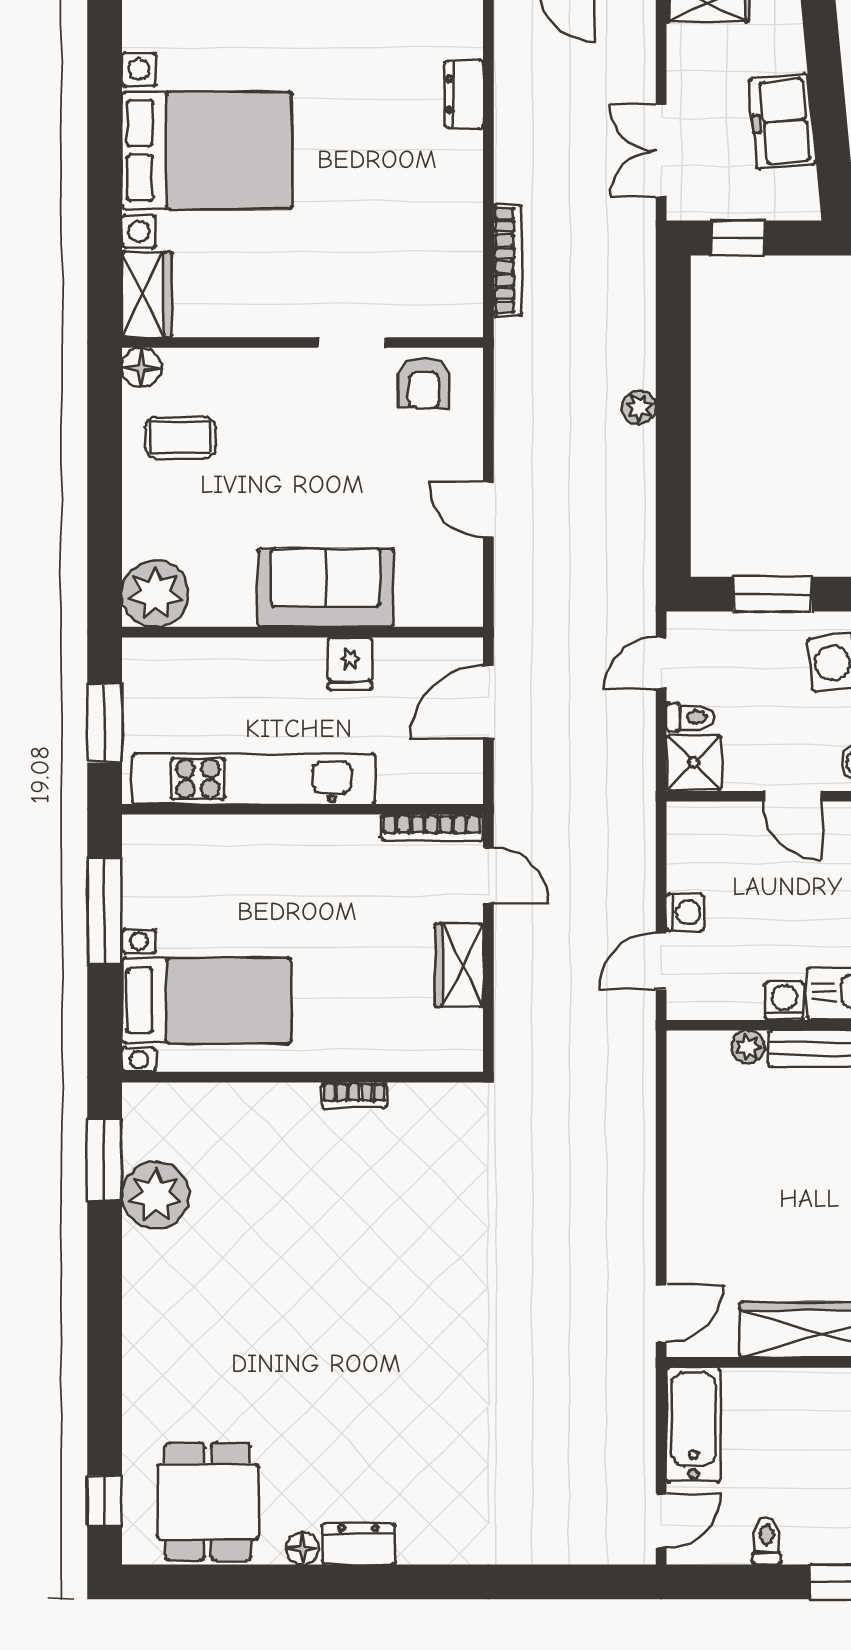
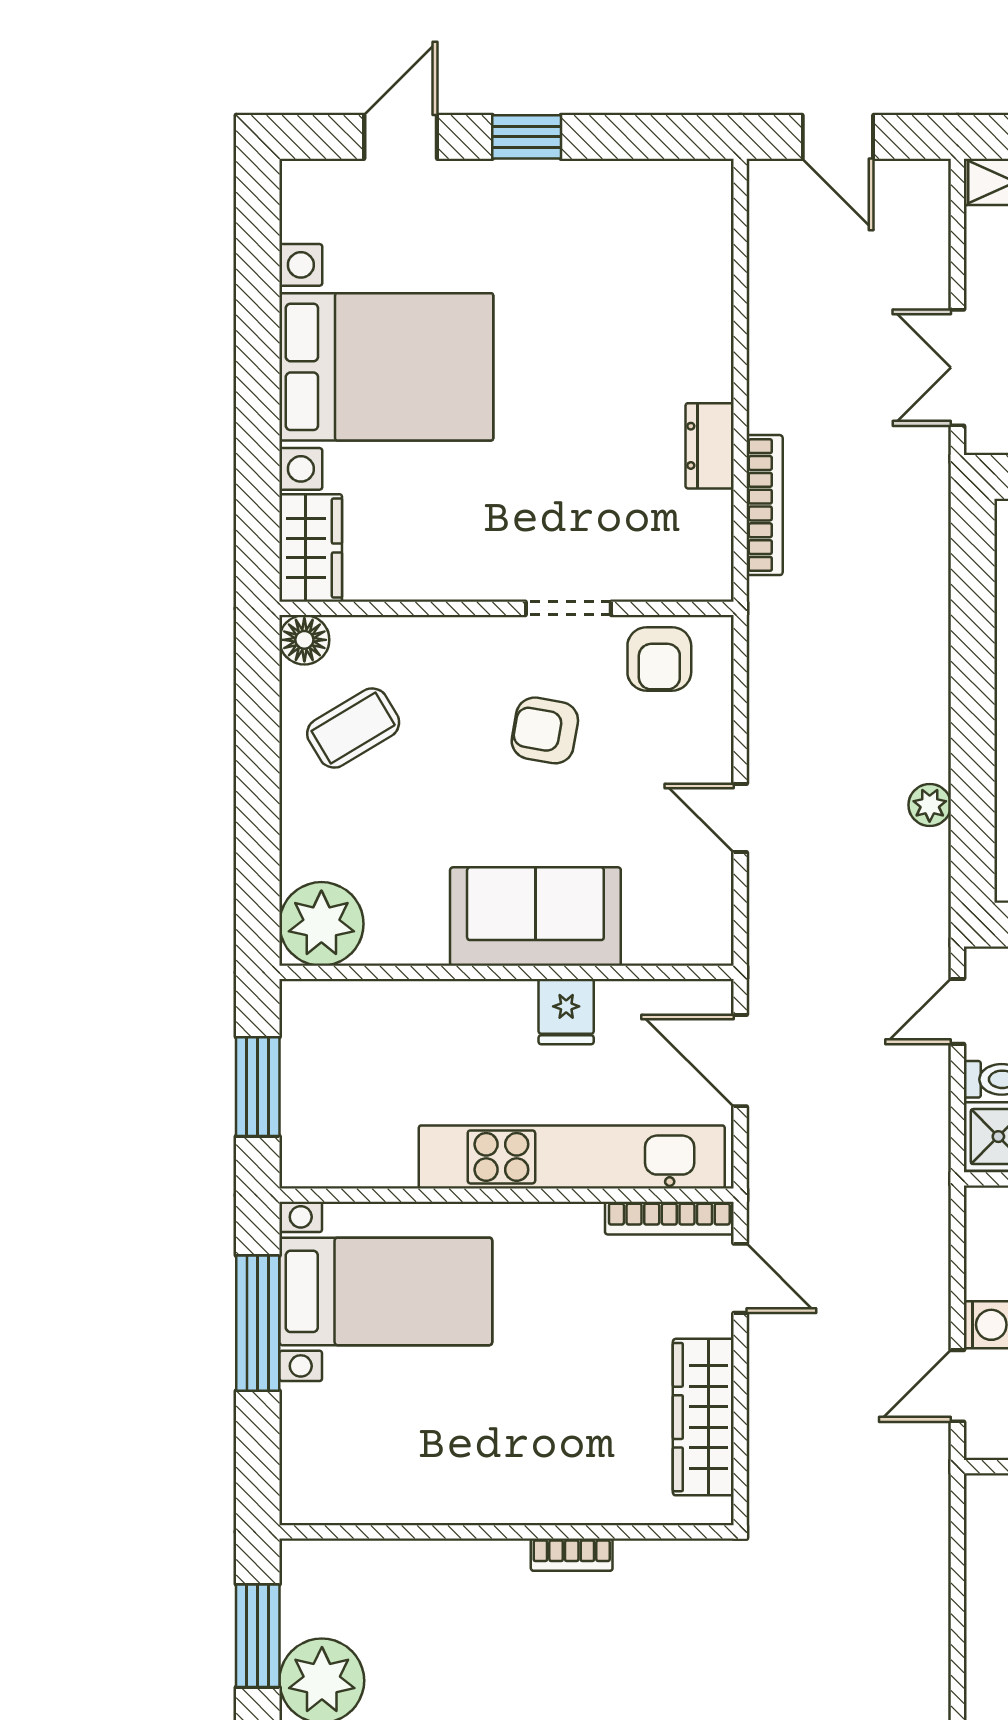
dresser: (464, 94) -> (710, 446), moved
plant: (639, 407) -> (930, 805), moved
coffee table: (181, 438) -> (353, 728), turned -31
armchair: (333, 440) -> (545, 730), added
door: (488, 702) -> (740, 1061), hinge flipped
kitchen unit: (254, 779) -> (572, 1157), moved
wardrobe: (459, 965) -> (703, 1417), width x1.50
bed with nightstands: (206, 1001) -> (386, 1291), moved

